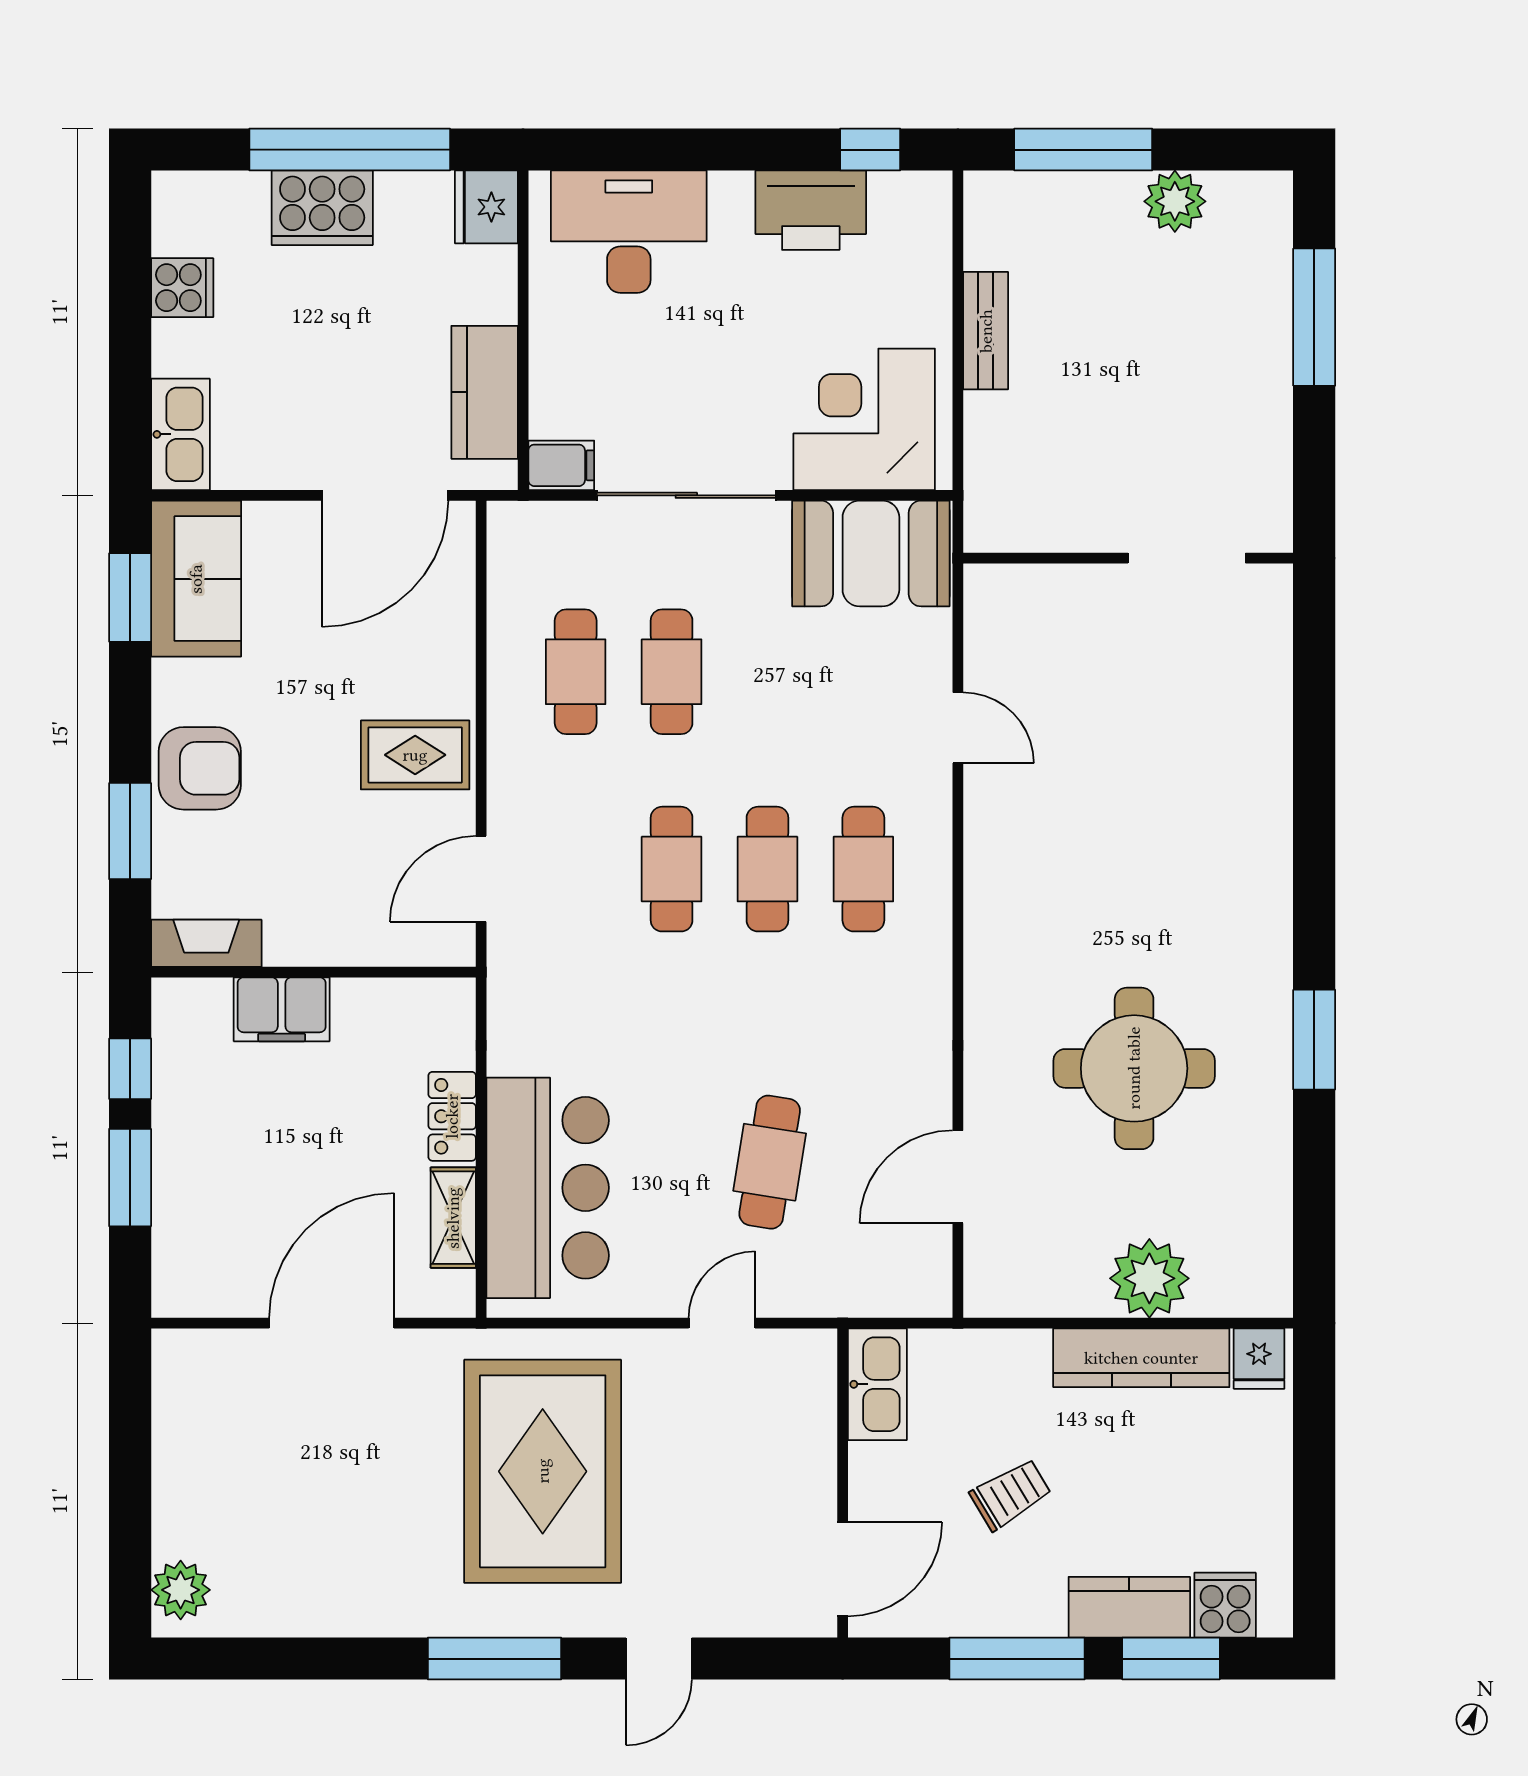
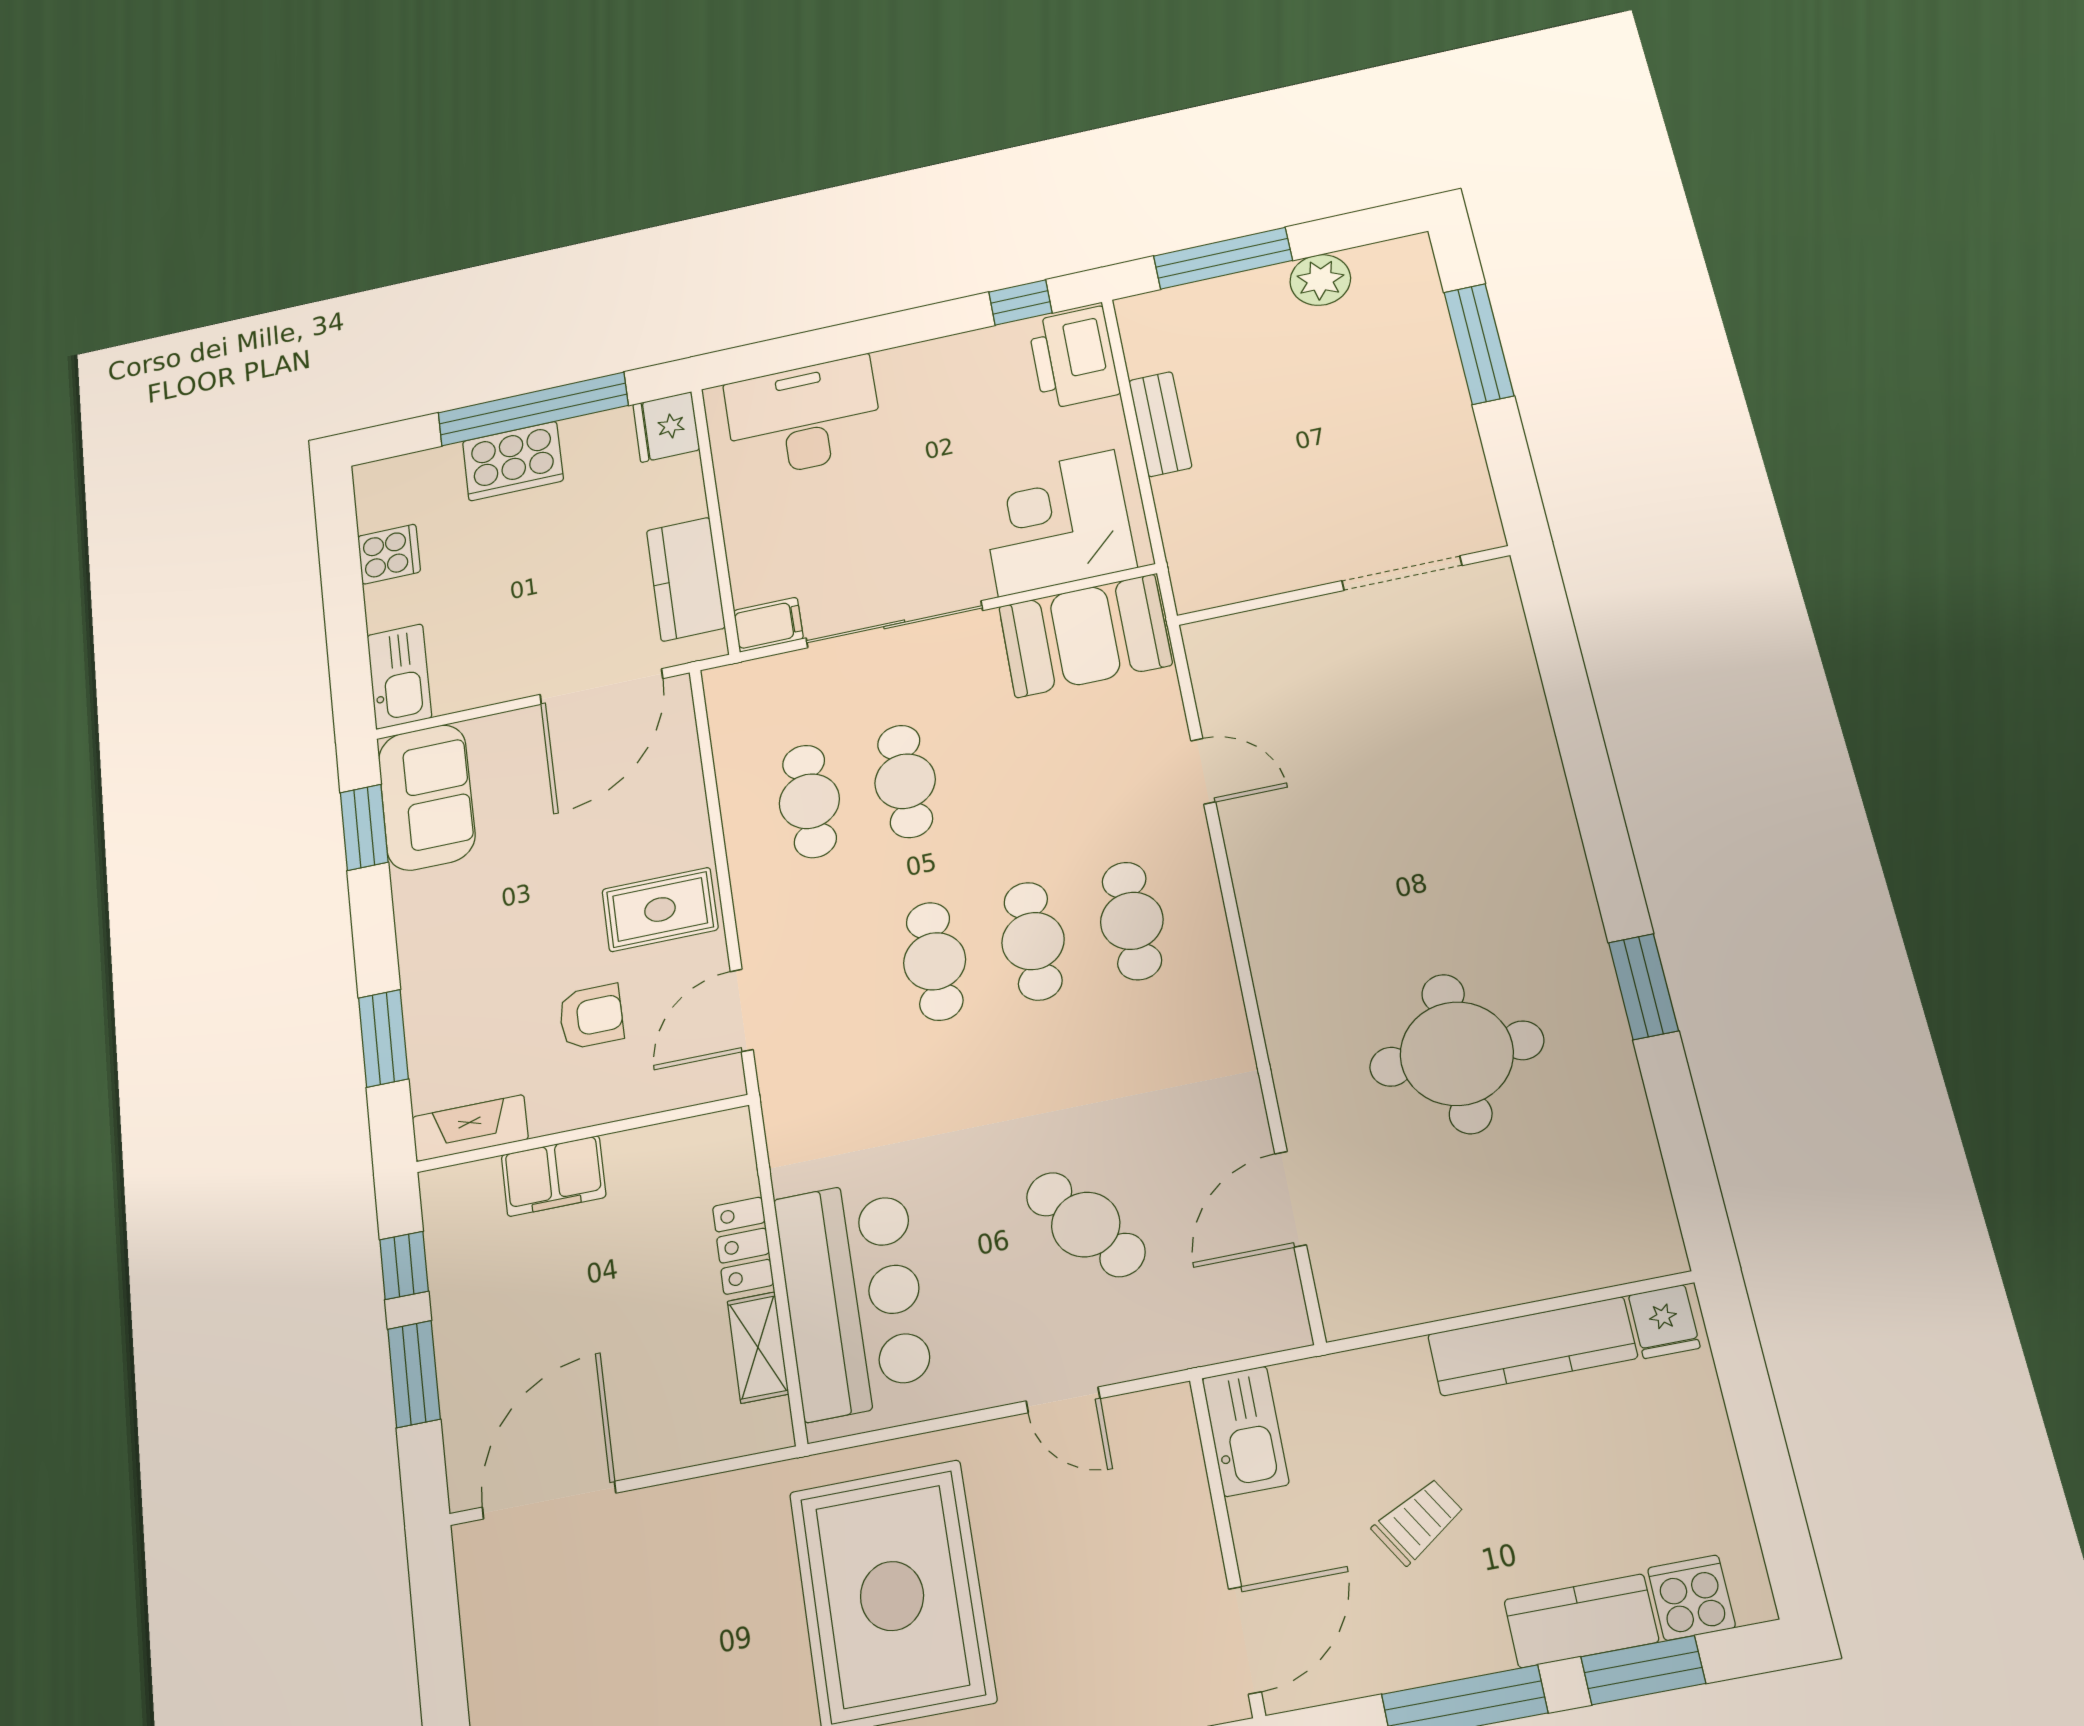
printer: (811, 210) -> (1074, 358), moved, turned 90
armchair: (200, 768) -> (591, 1017), moved, width x0.72, depth x0.72
cafe table: (770, 1162) -> (1086, 1225), turned -47
plant: (1149, 1278) -> (1522, 1262), removed
door: (332, 1323) -> (549, 1500), moved
door: (722, 1323) -> (1063, 1400), swing flipped

